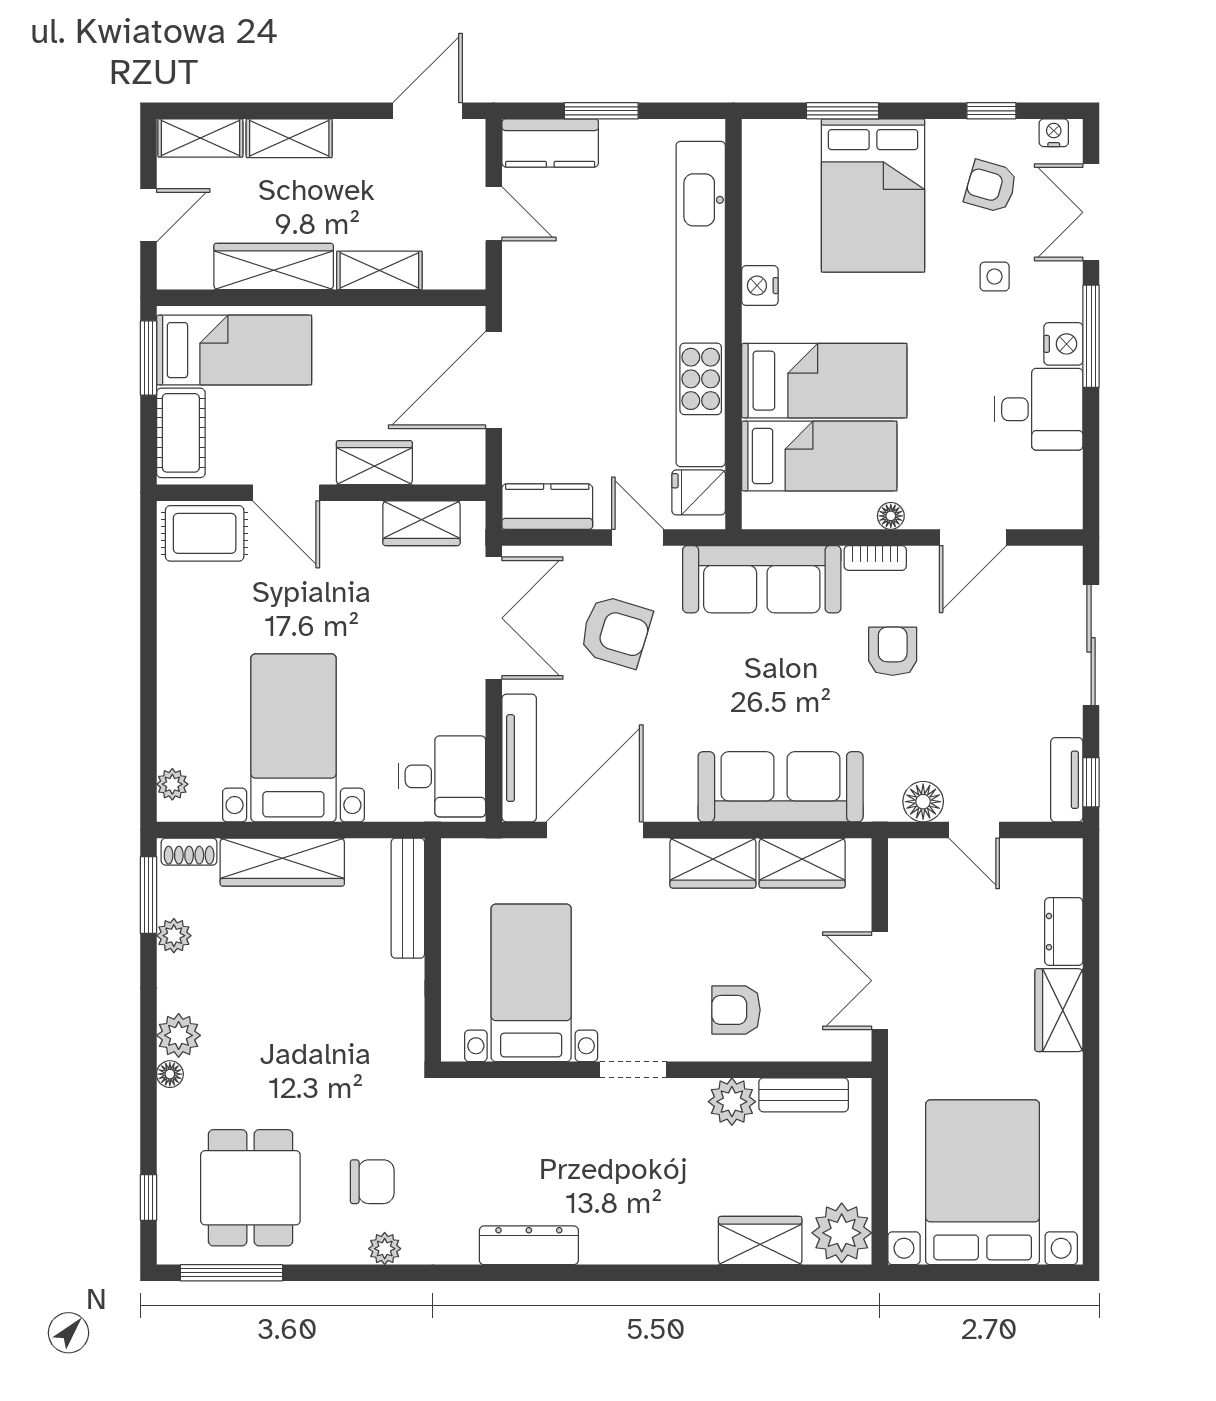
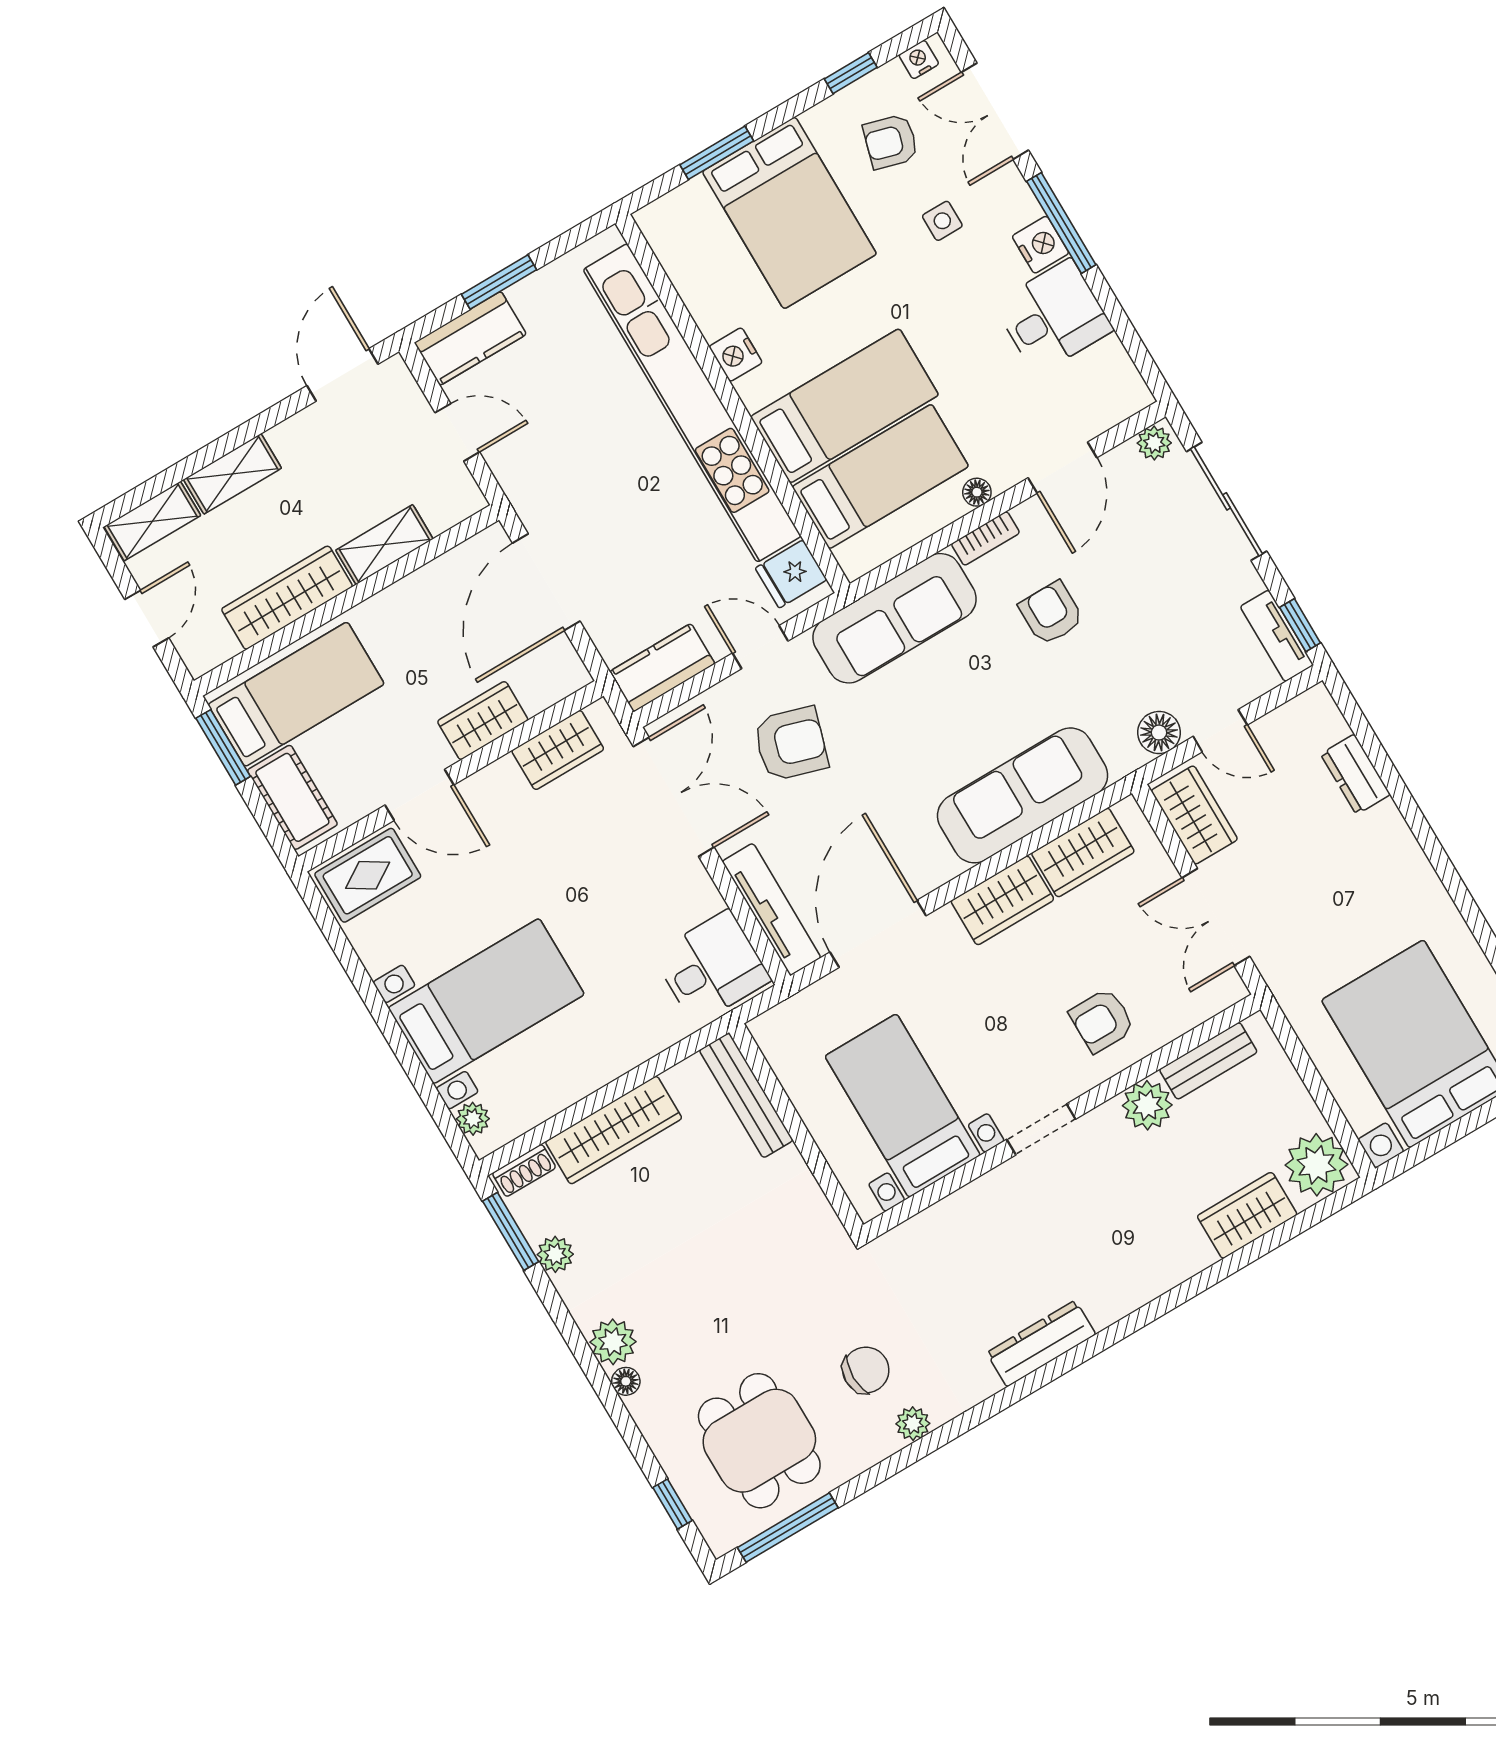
plant: (1060, 562) -> (1154, 443), added
bed with nightstands: (293, 738) -> (486, 1001), moved, turned 90
wardrobe: (1059, 1010) -> (1194, 815), moved, turned 180

